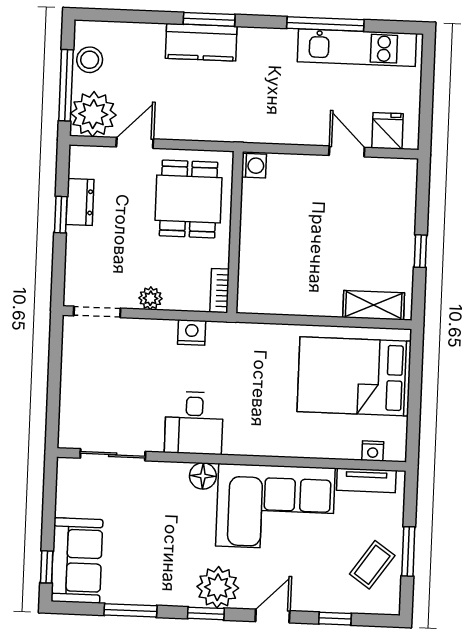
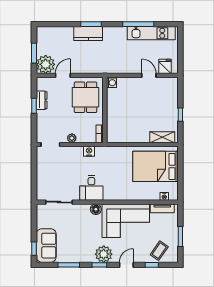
stool: (90, 60) -> (43, 42), removed
window: (66, 85) -> (34, 53), width x0.69
coffee table: (372, 565) -> (159, 251), moved

